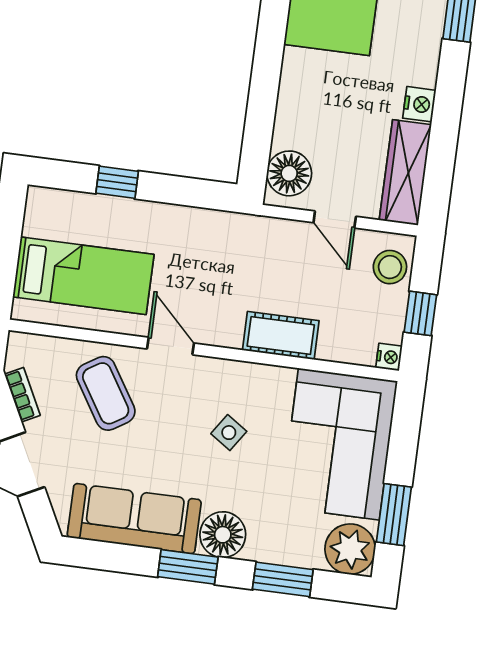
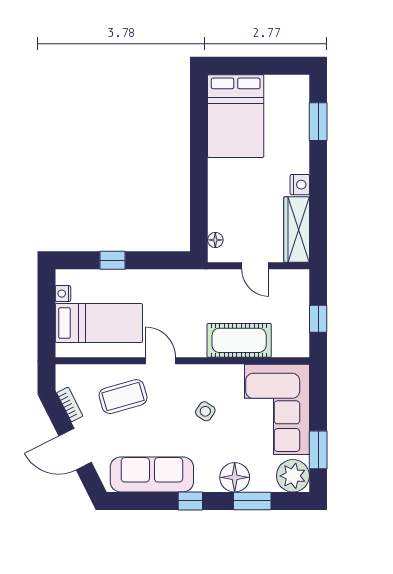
floor lamp: (289, 173) -> (215, 240), width x0.53, depth x0.53
stool: (390, 267) -> (295, 292), removed
cot: (281, 335) -> (239, 340), width x1.37, depth x1.34
nightstand: (389, 357) -> (63, 294), moved, turned 180
coffee table: (106, 393) -> (123, 397), turned -74
floor lamp: (223, 535) -> (235, 477), moved
window: (188, 567) -> (190, 501), width x0.67

